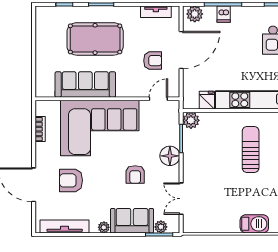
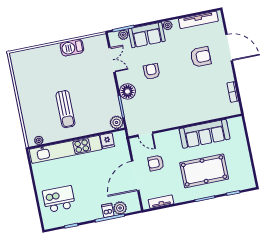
plant: (195, 14) -> (120, 208), moved
door: (158, 99) -> (145, 134), hinge flipped
corner sofa: (100, 128) -> (186, 102), removed
barbecue: (254, 224) -> (72, 47), moved

